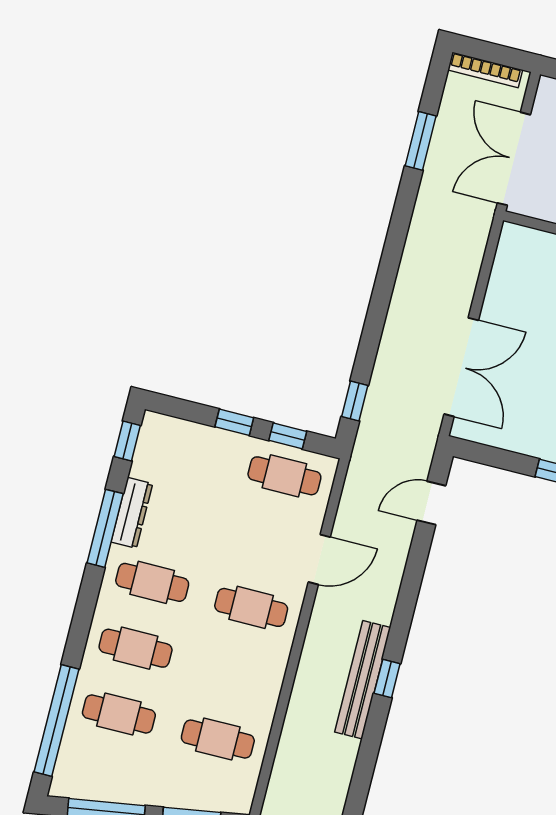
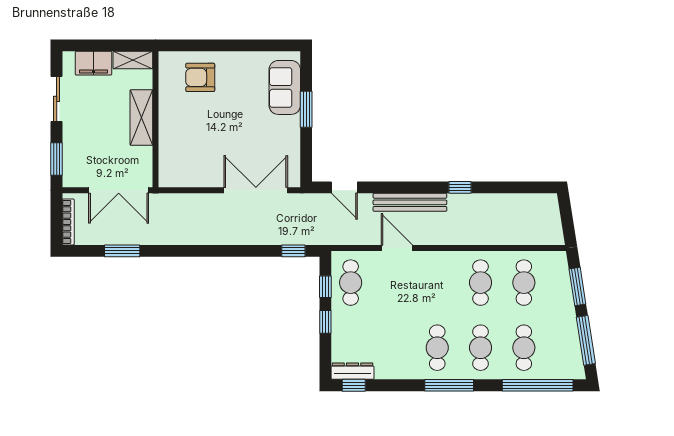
dresser: (132, 513) -> (353, 371), moved
window: (105, 528) -> (449, 385), moved
cafe table: (251, 607) -> (481, 283), moved
bench: (363, 680) -> (410, 202), moved

